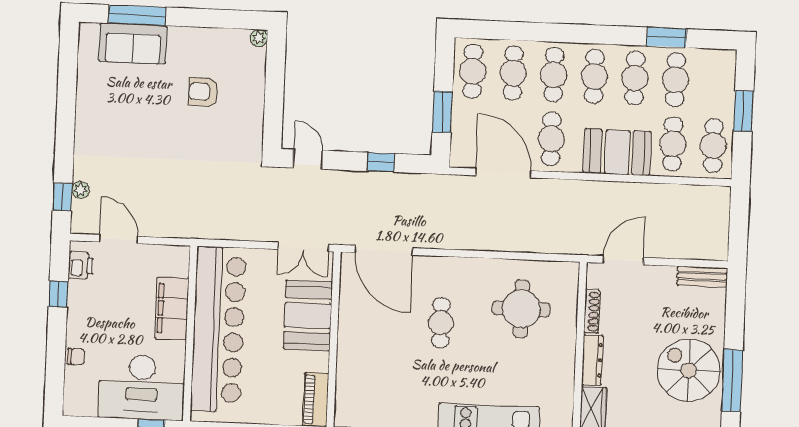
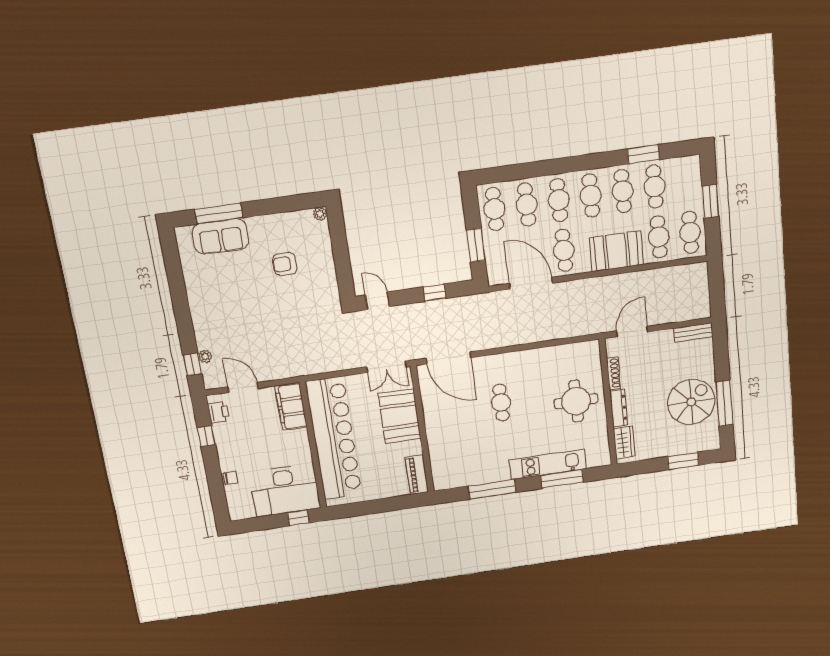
filing cabinet: (172, 308) -> (291, 407), moved
round table: (521, 309) -> (576, 401), moved
spiral stairs: (689, 370) -> (691, 402), turned 90

